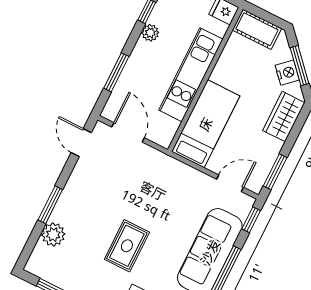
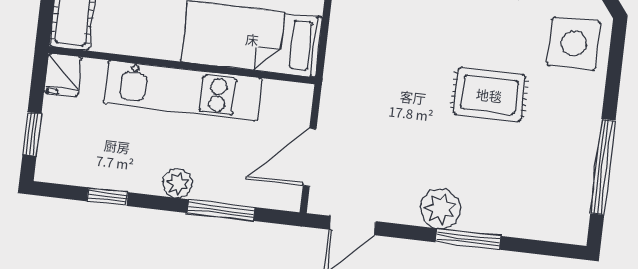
plant: (150, 33) -> (178, 183), moved
plant: (53, 234) -> (440, 209), moved

